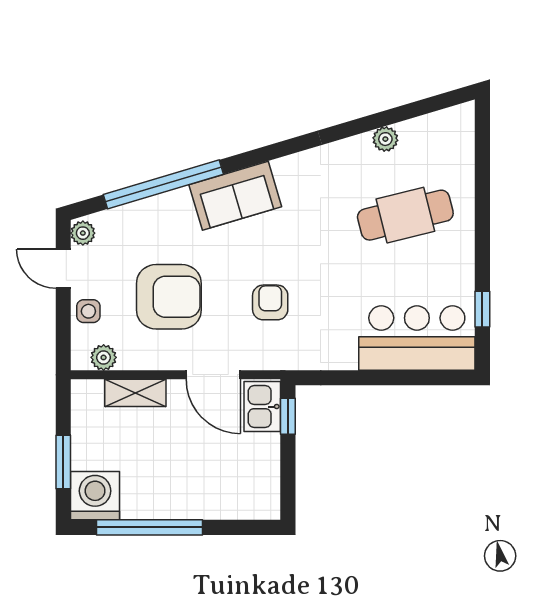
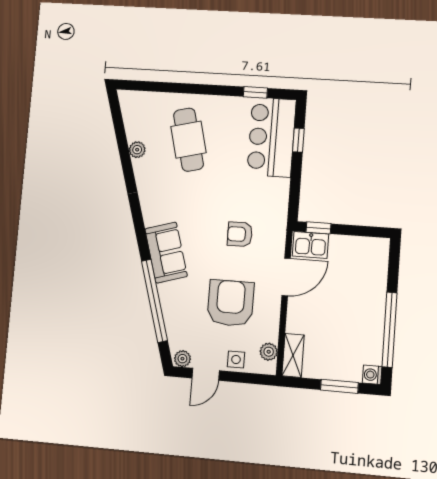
window: (415, 378) -> (298, 140), added
shelving: (135, 393) -> (293, 355), moved
washing machine: (95, 496) -> (372, 375), width x0.53, depth x0.53

